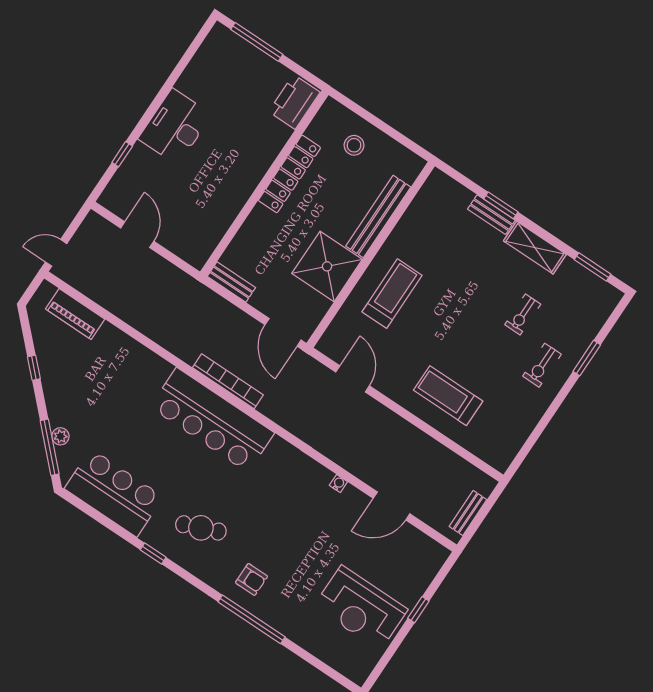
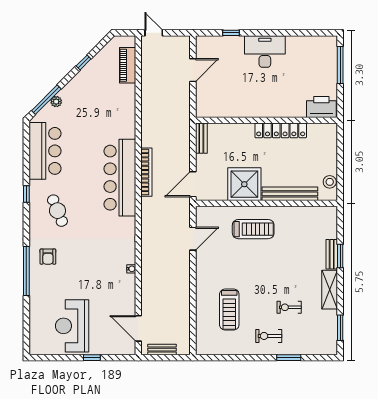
stool: (354, 145) -> (330, 182), moved
treadmill: (448, 396) -> (229, 310), moved, turned 180
door: (392, 506) -> (138, 328), moved

